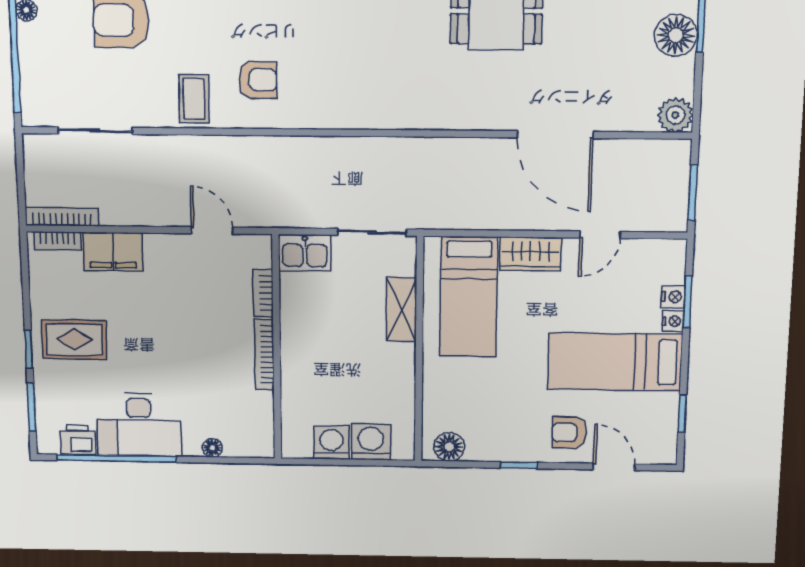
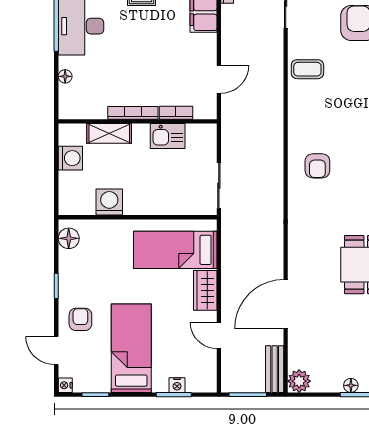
floor lamp: (676, 35) -> (351, 385), width x0.53, depth x0.53
armchair: (258, 80) -> (317, 166), moved
bench: (655, 152) -> (275, 369), added
kitchen sink: (305, 253) -> (168, 136), moved, turned -90
shelving: (401, 310) -> (109, 133), moved
nightstand: (673, 321) -> (65, 385), moved, turned 90
washing machine: (371, 442) -> (109, 202), moved, turned -90
door: (614, 467) -> (56, 350), swing flipped

